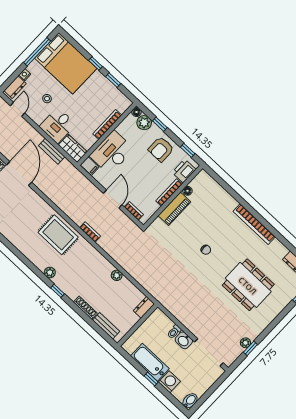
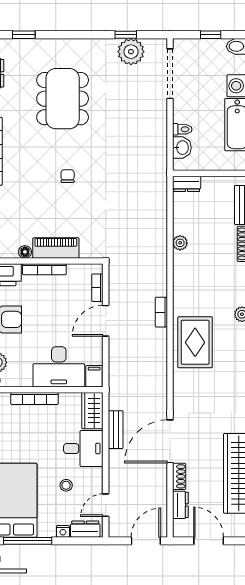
washbasin: (184, 340) -> (182, 148), moved
plant: (245, 343) -> (131, 52), width x1.88, depth x1.88
window: (209, 392) -> (211, 35), added

